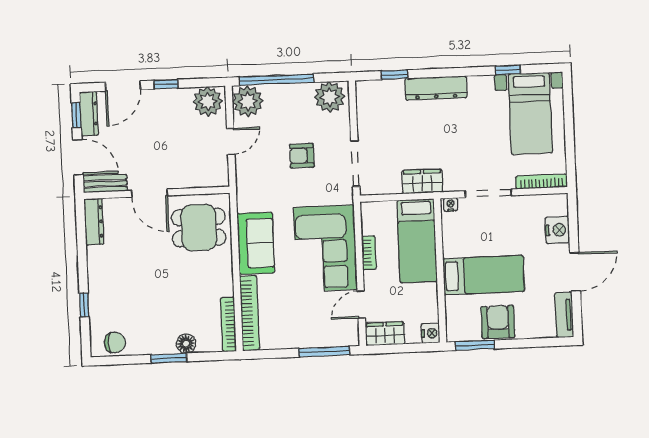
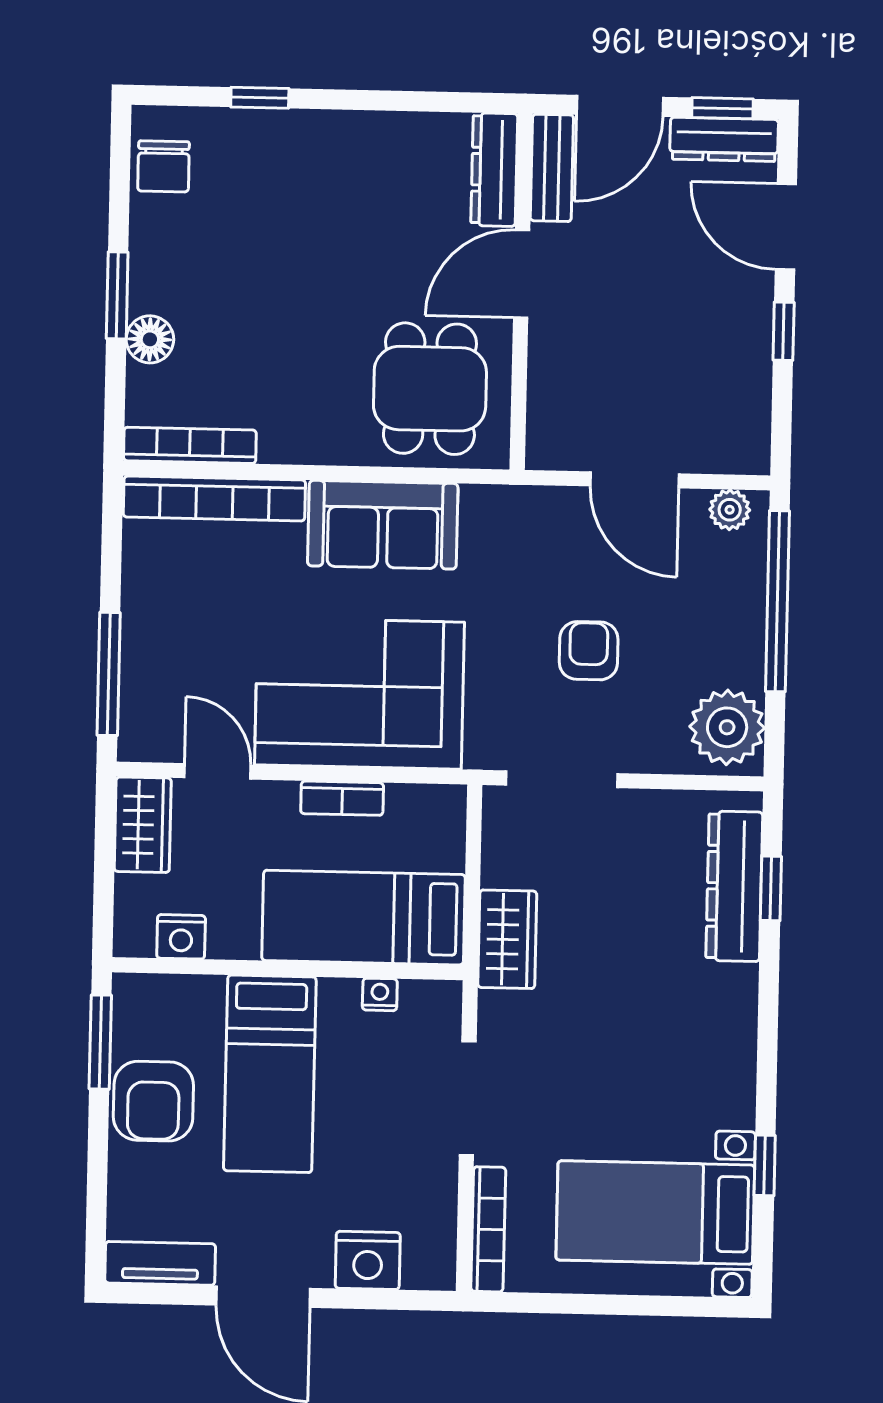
dresser: (436, 88) -> (734, 886), moved
plant: (208, 101) -> (735, 430), removed
plant: (248, 101) -> (730, 510), width x0.53, depth x0.53
door: (231, 141) -> (635, 480), width x1.38
nightstand: (451, 205) -> (380, 994), moved, turned -90
dresser: (94, 222) -> (494, 170), moved, turned 90
armchair: (498, 322) -> (153, 1101), turned 90
nightstand: (431, 333) -> (181, 937), moved

